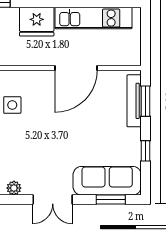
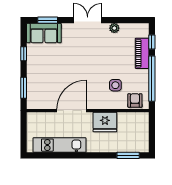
fridge: (37, 22) -> (105, 122), moved, turned 180
tv unit: (134, 101) -> (32, 88), removed
sofa: (107, 181) -> (44, 33), width x0.73

